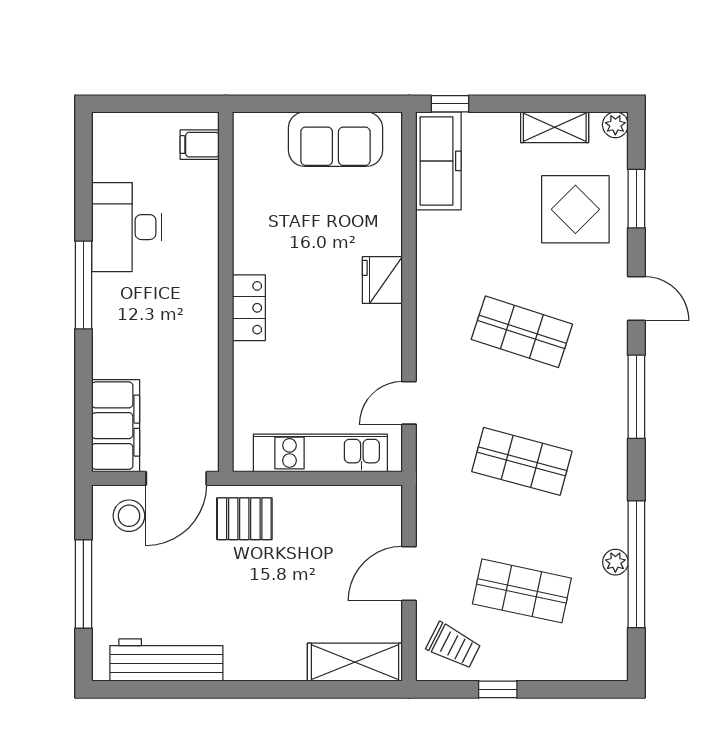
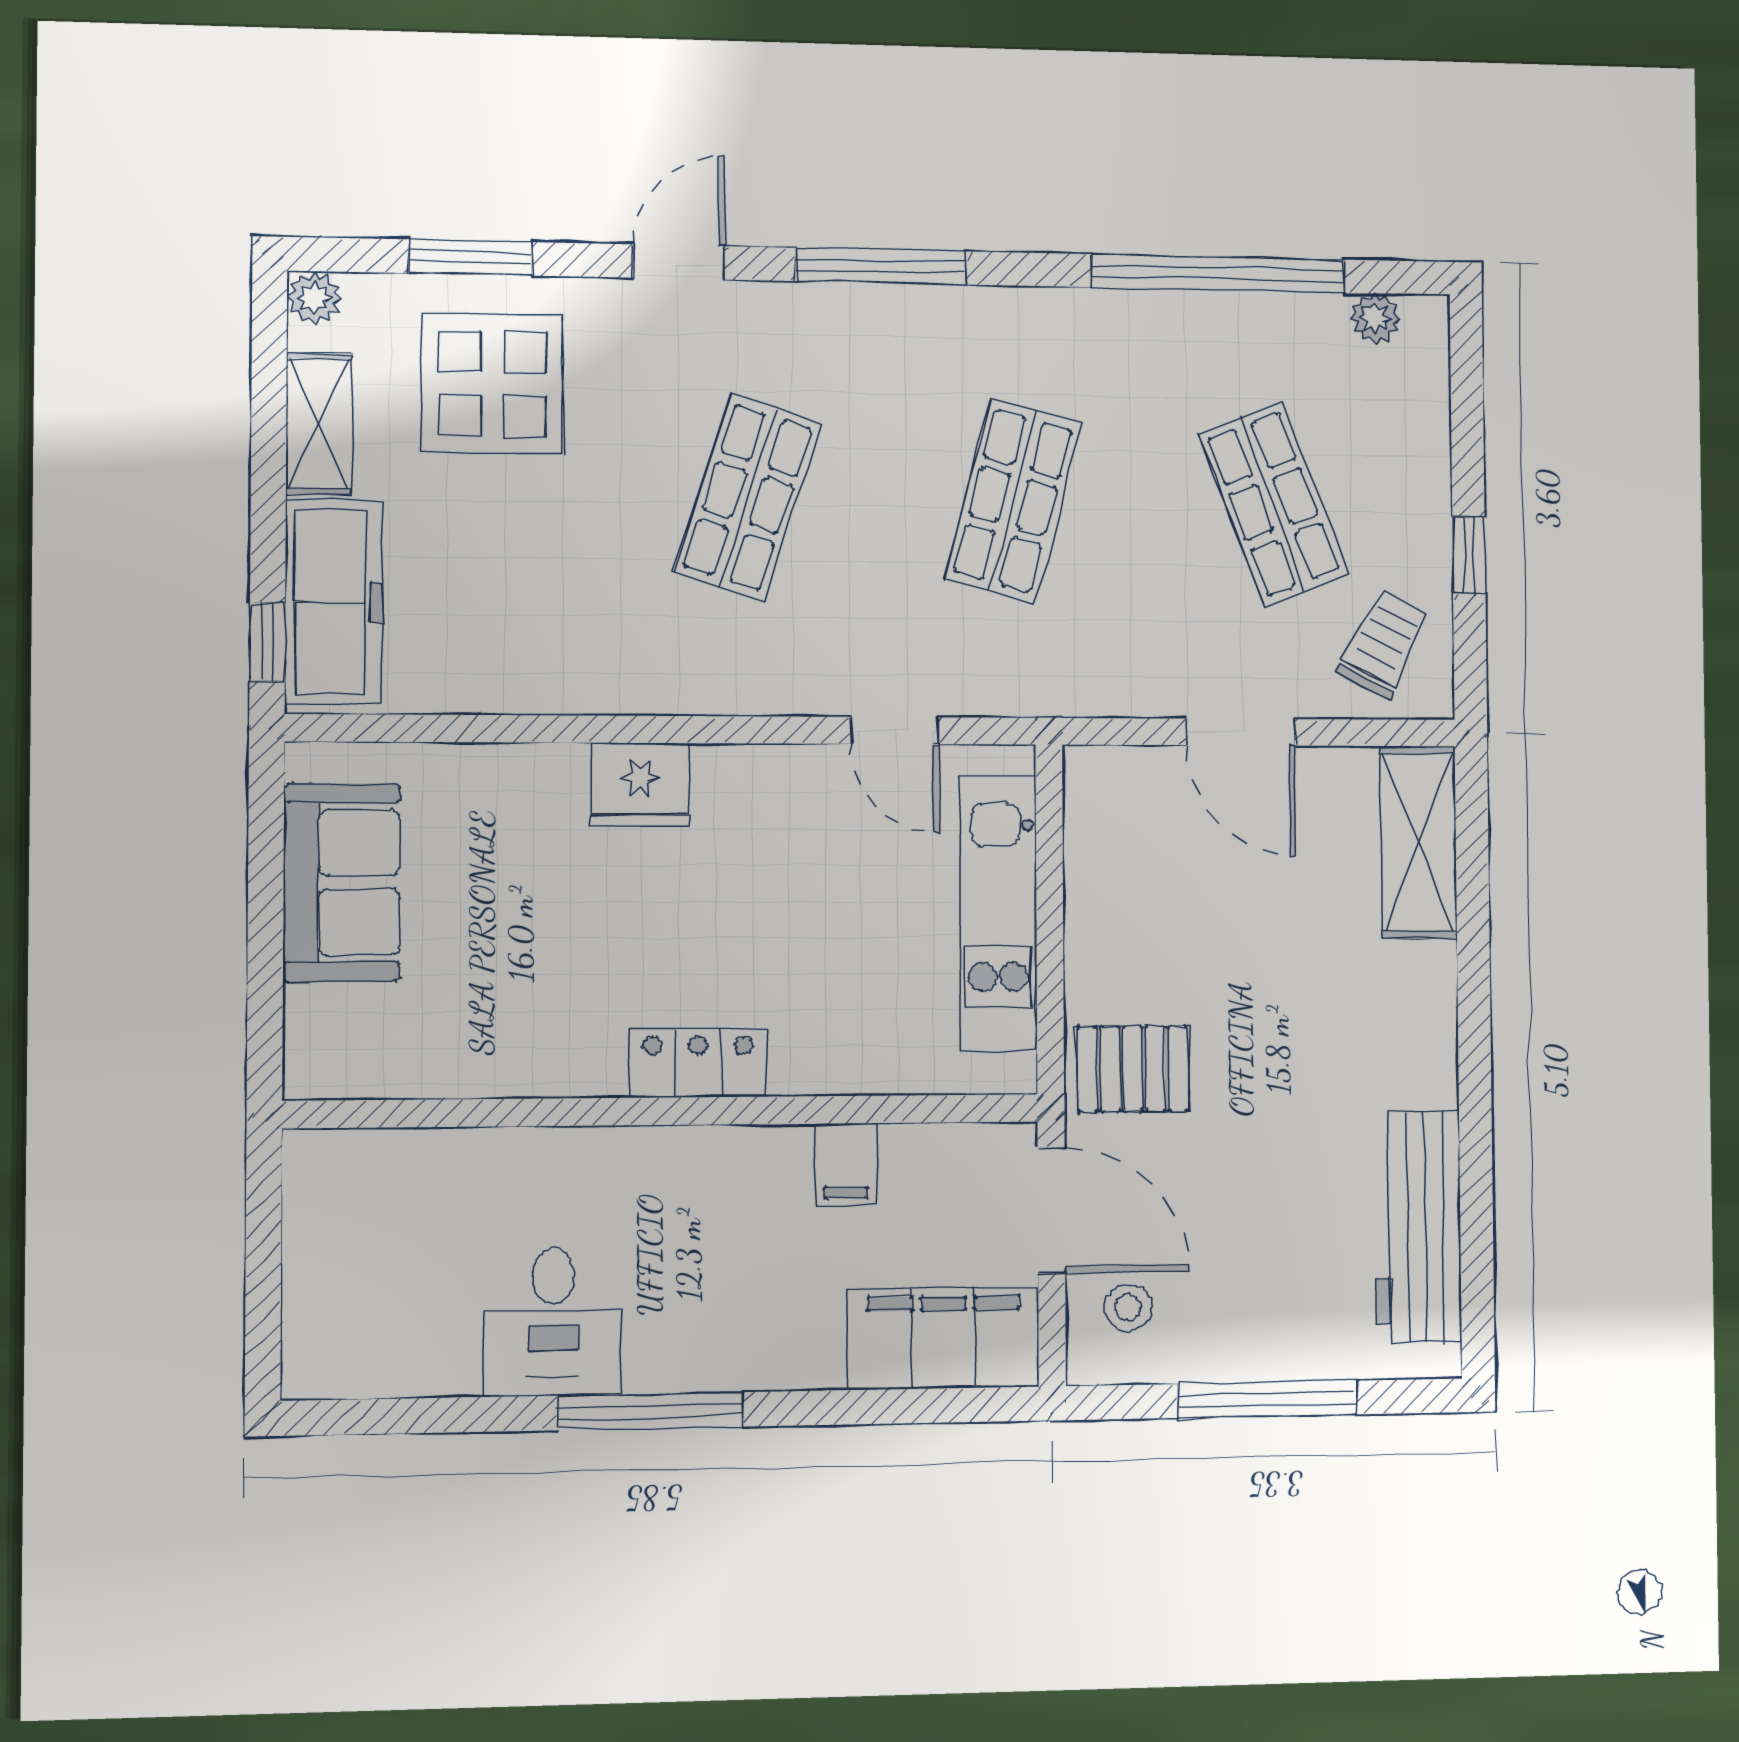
filing cabinet: (200, 145) -> (846, 1164), moved
freezer: (438, 161) -> (334, 602), moved, turned 90
desk: (127, 227) -> (553, 1322), width x0.73
stool: (129, 516) -> (1128, 1307), width x0.73, depth x0.73
pallet: (244, 519) -> (1133, 1069), turned 90
plant: (615, 562) -> (1375, 318), moved
shop shelf: (522, 591) -> (1273, 504), turned -33

